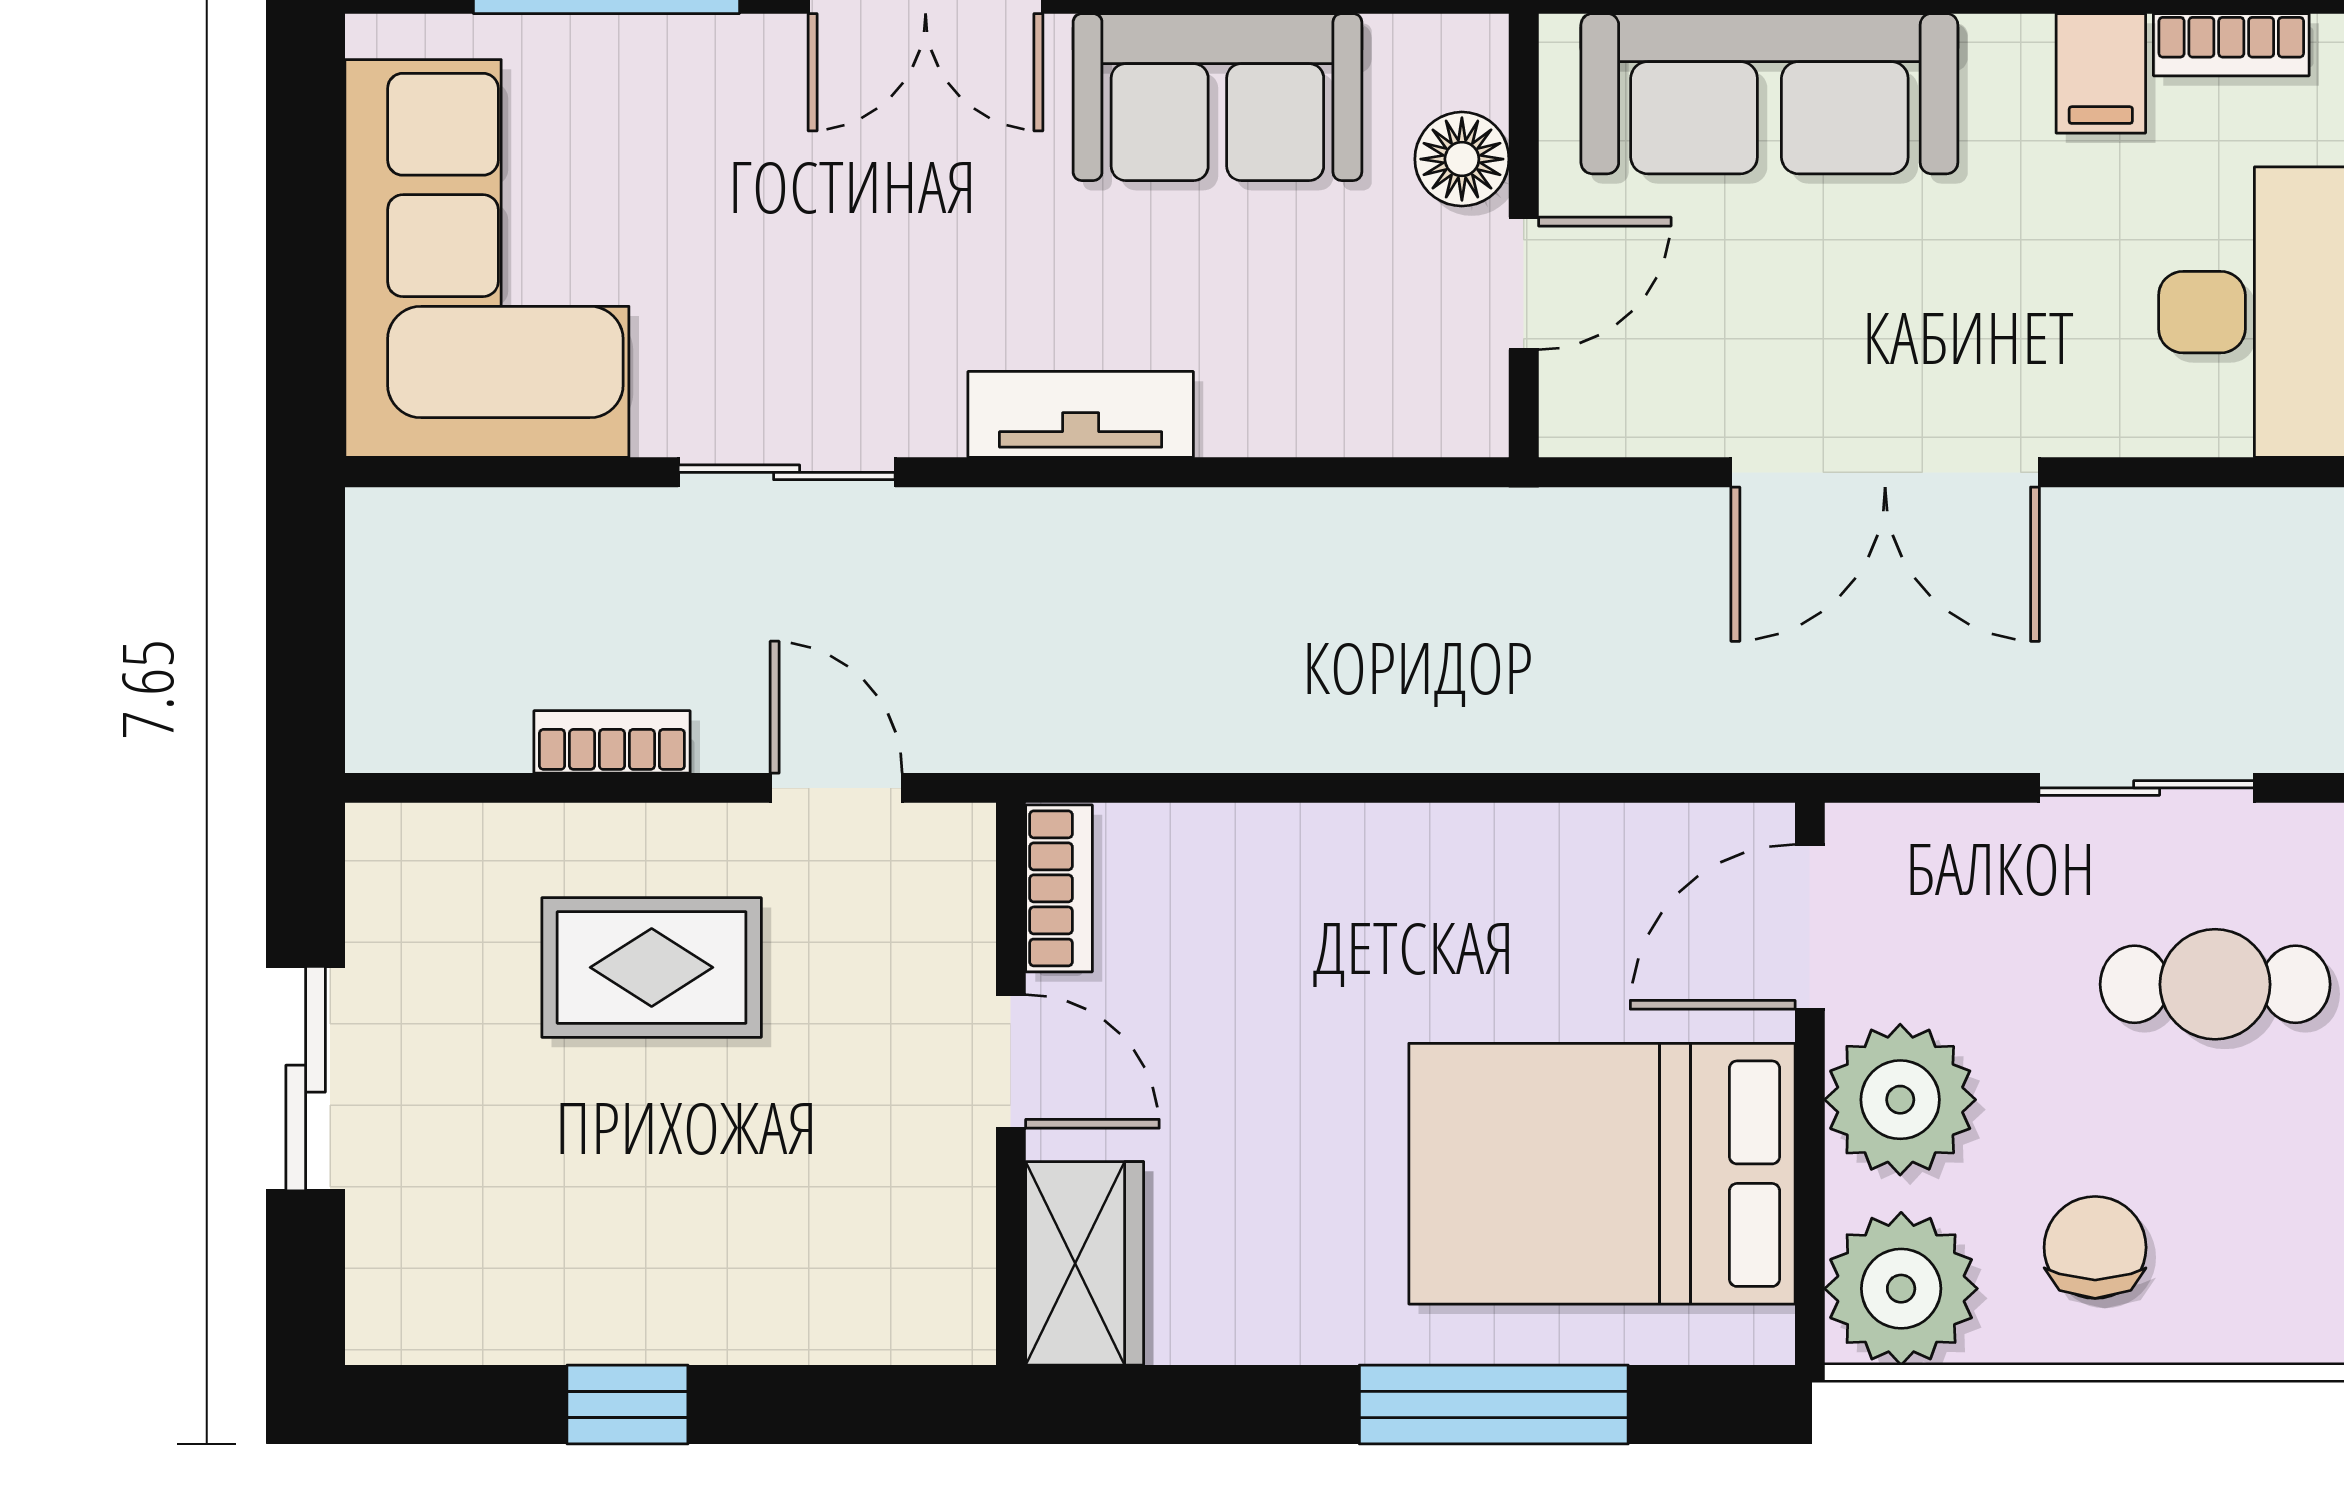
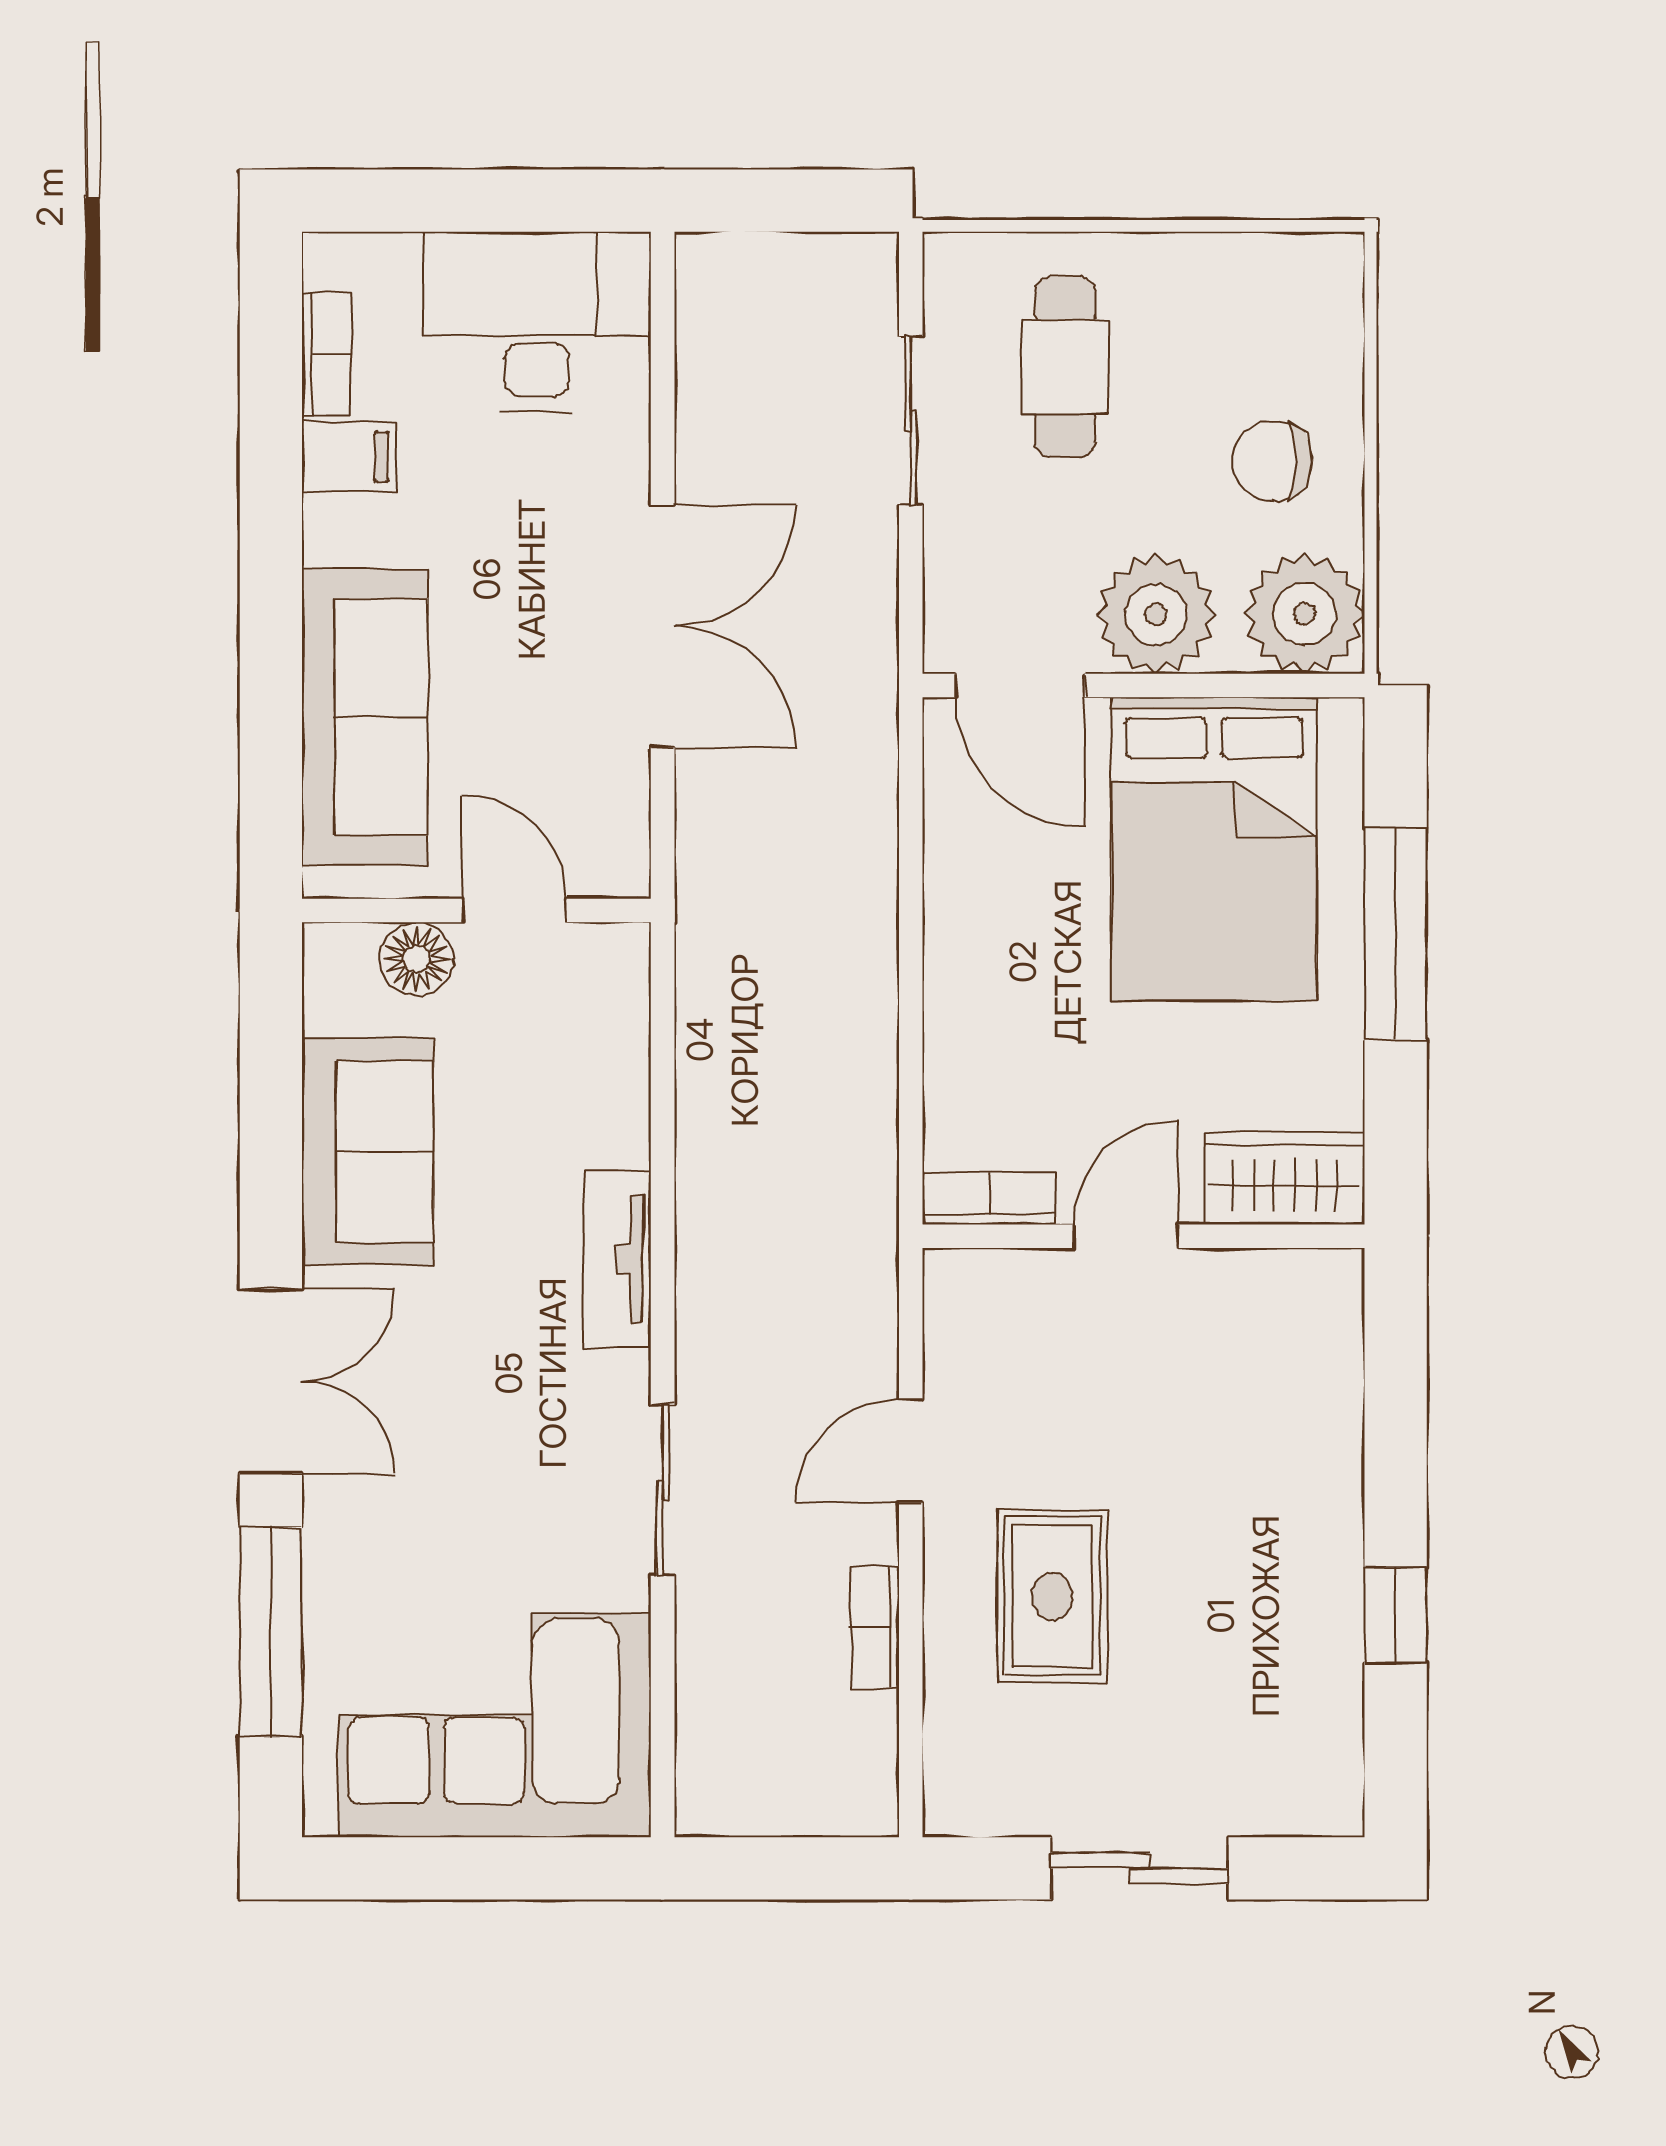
bookcase: (1059, 888) -> (990, 1198), moved
door: (1011, 1061) -> (1126, 1236), moved
wall: (1011, 1084) -> (1144, 1236), moved
wardrobe: (1085, 1263) -> (1285, 1178), moved

